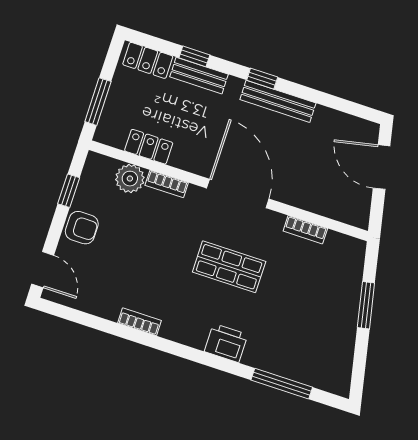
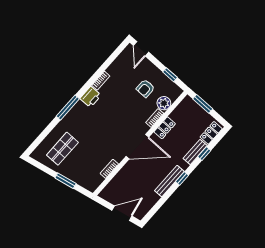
locker: (149, 147) -> (165, 128), moved
armchair: (82, 228) -> (145, 88), moved
shop shelf: (229, 267) -> (62, 149), moved
door: (43, 270) -> (141, 49), hinge flipped
printer: (226, 343) -> (91, 97), moved
window: (282, 384) -> (68, 108), moved

